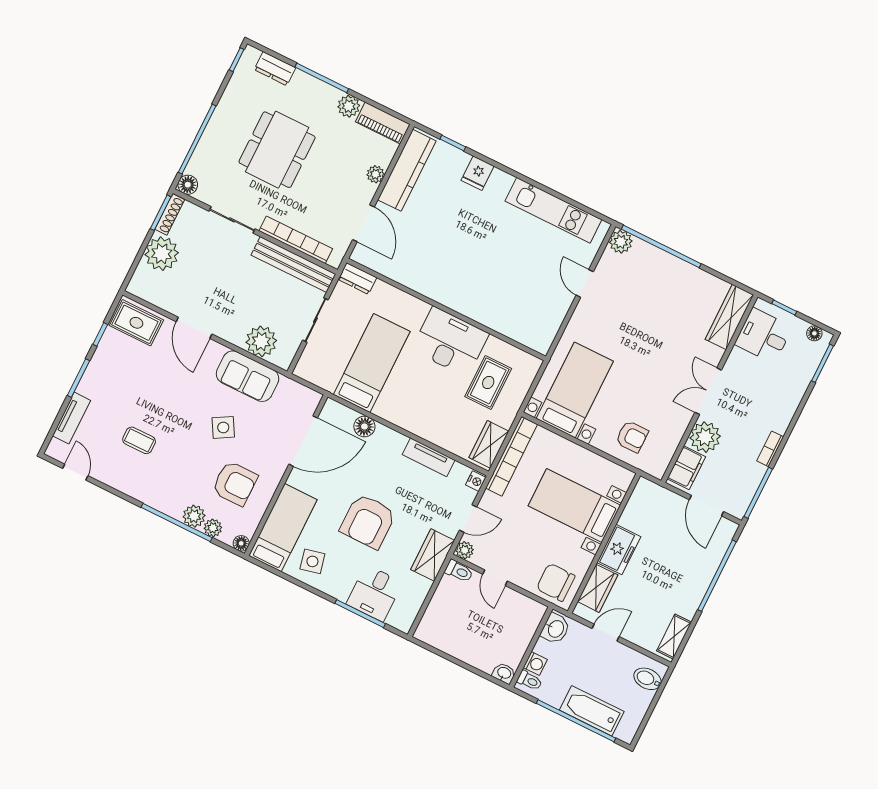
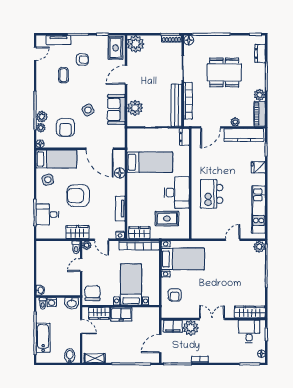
plant: (162, 254) -> (136, 44), moved
kitchen island: (484, 280) -> (212, 194), added
armchair: (128, 393) -> (82, 60), added

